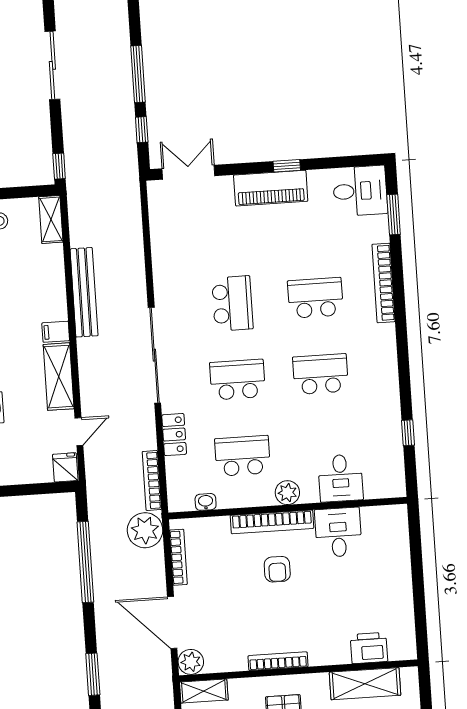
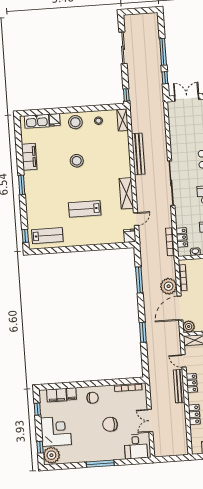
filing cabinet: (56, 332) -> (125, 172), removed
locker: (174, 435) -> (182, 237), moved
plant: (145, 530) -> (169, 286), moved
window: (85, 562) -> (139, 280), width x0.68
door: (172, 623) -> (180, 308), hinge flipped

